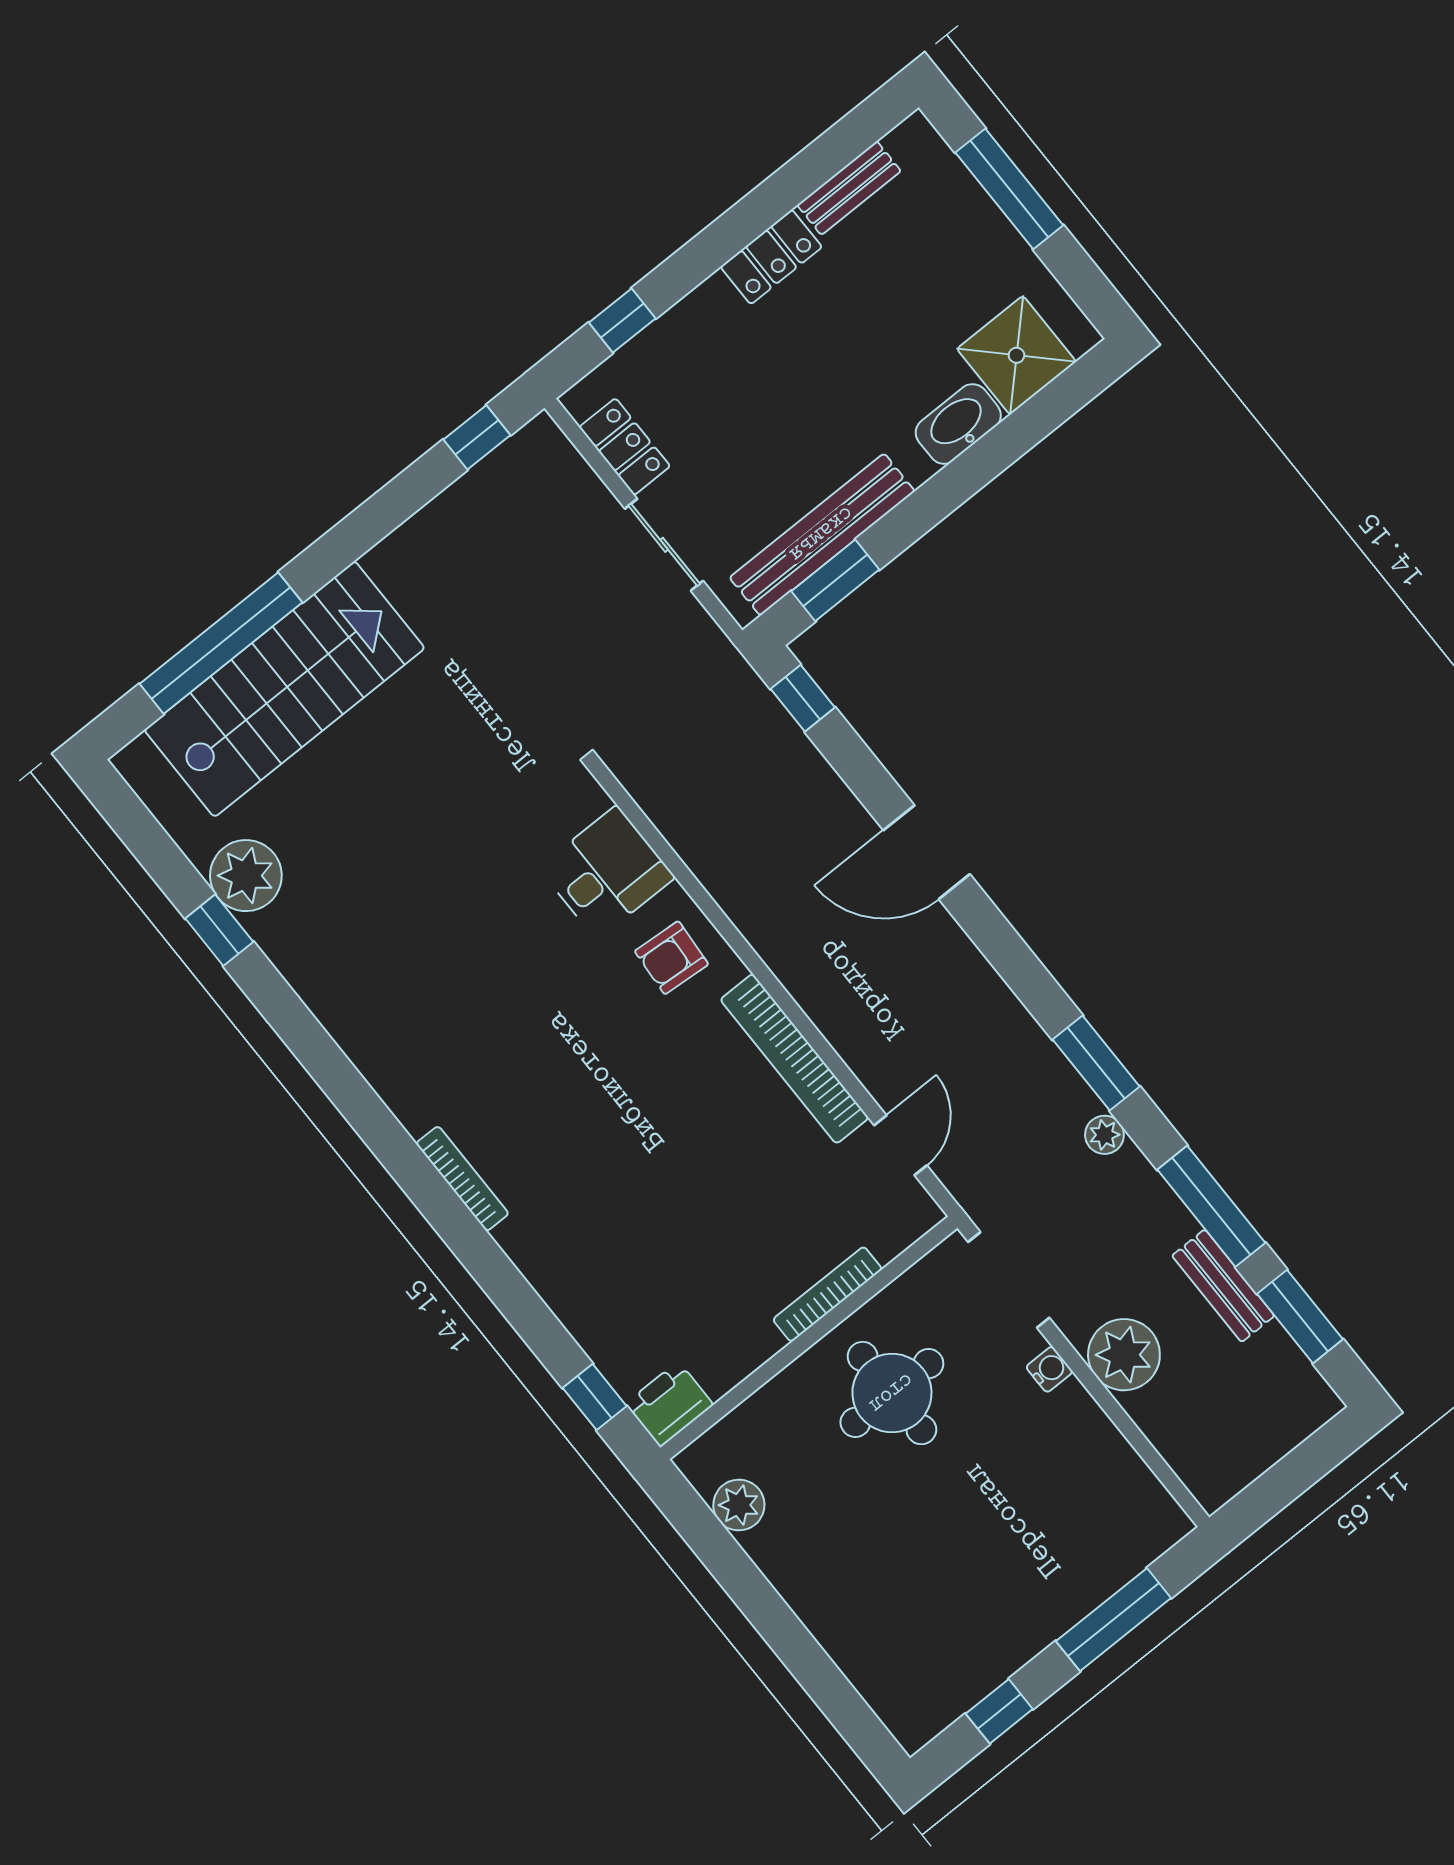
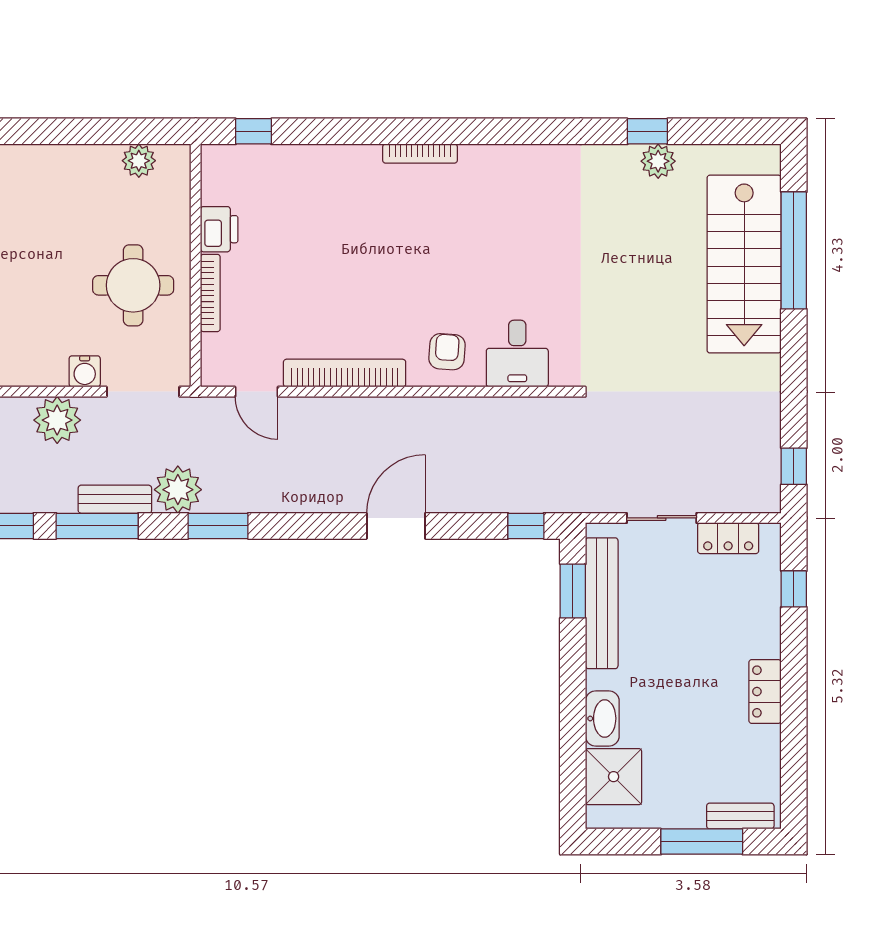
bench: (849, 188) -> (740, 816), moved, turned 90
plant: (246, 876) -> (658, 161), width x0.73, depth x0.73
plant: (1104, 1135) -> (178, 490), width x1.88, depth x1.88
bench: (1223, 1286) -> (115, 499), moved
water cooler: (1049, 1369) -> (85, 371), width x1.38, depth x1.38
printer: (669, 1404) -> (219, 229), moved

